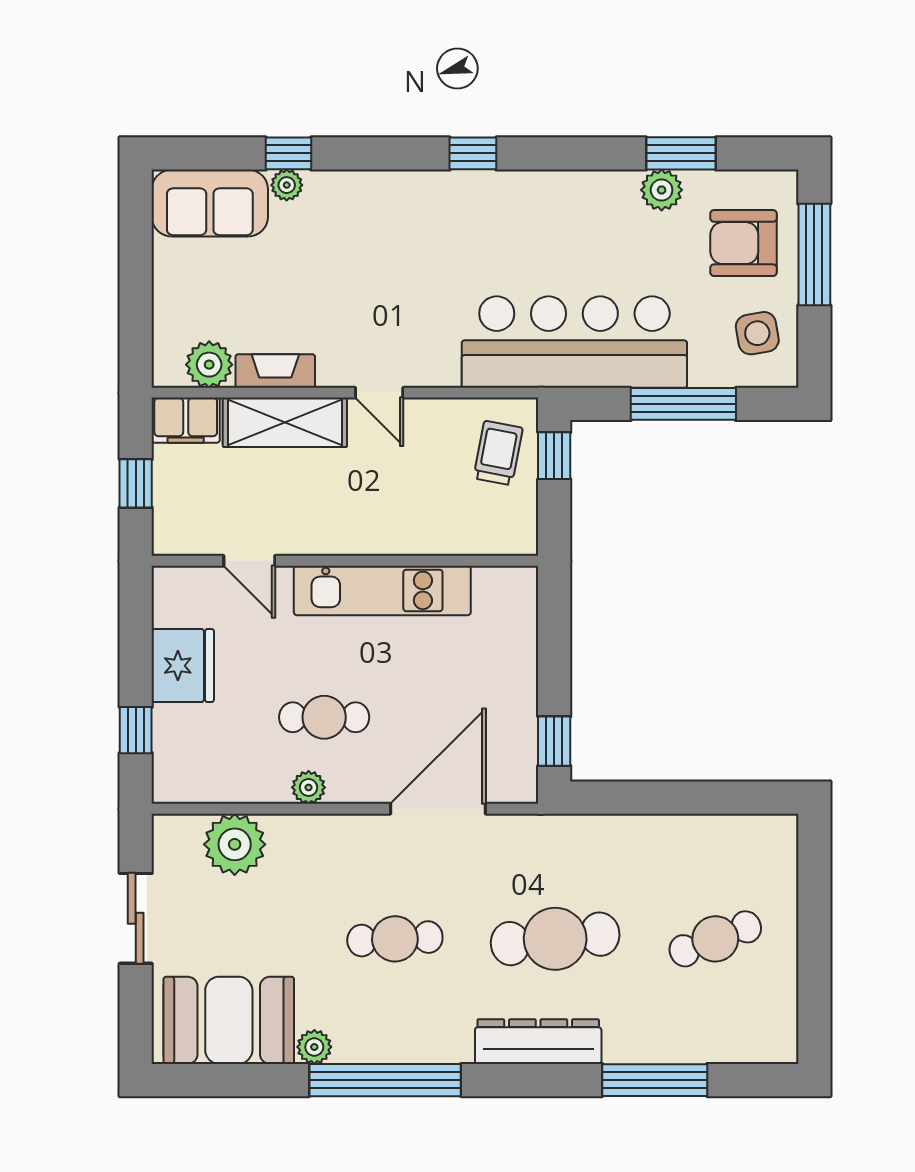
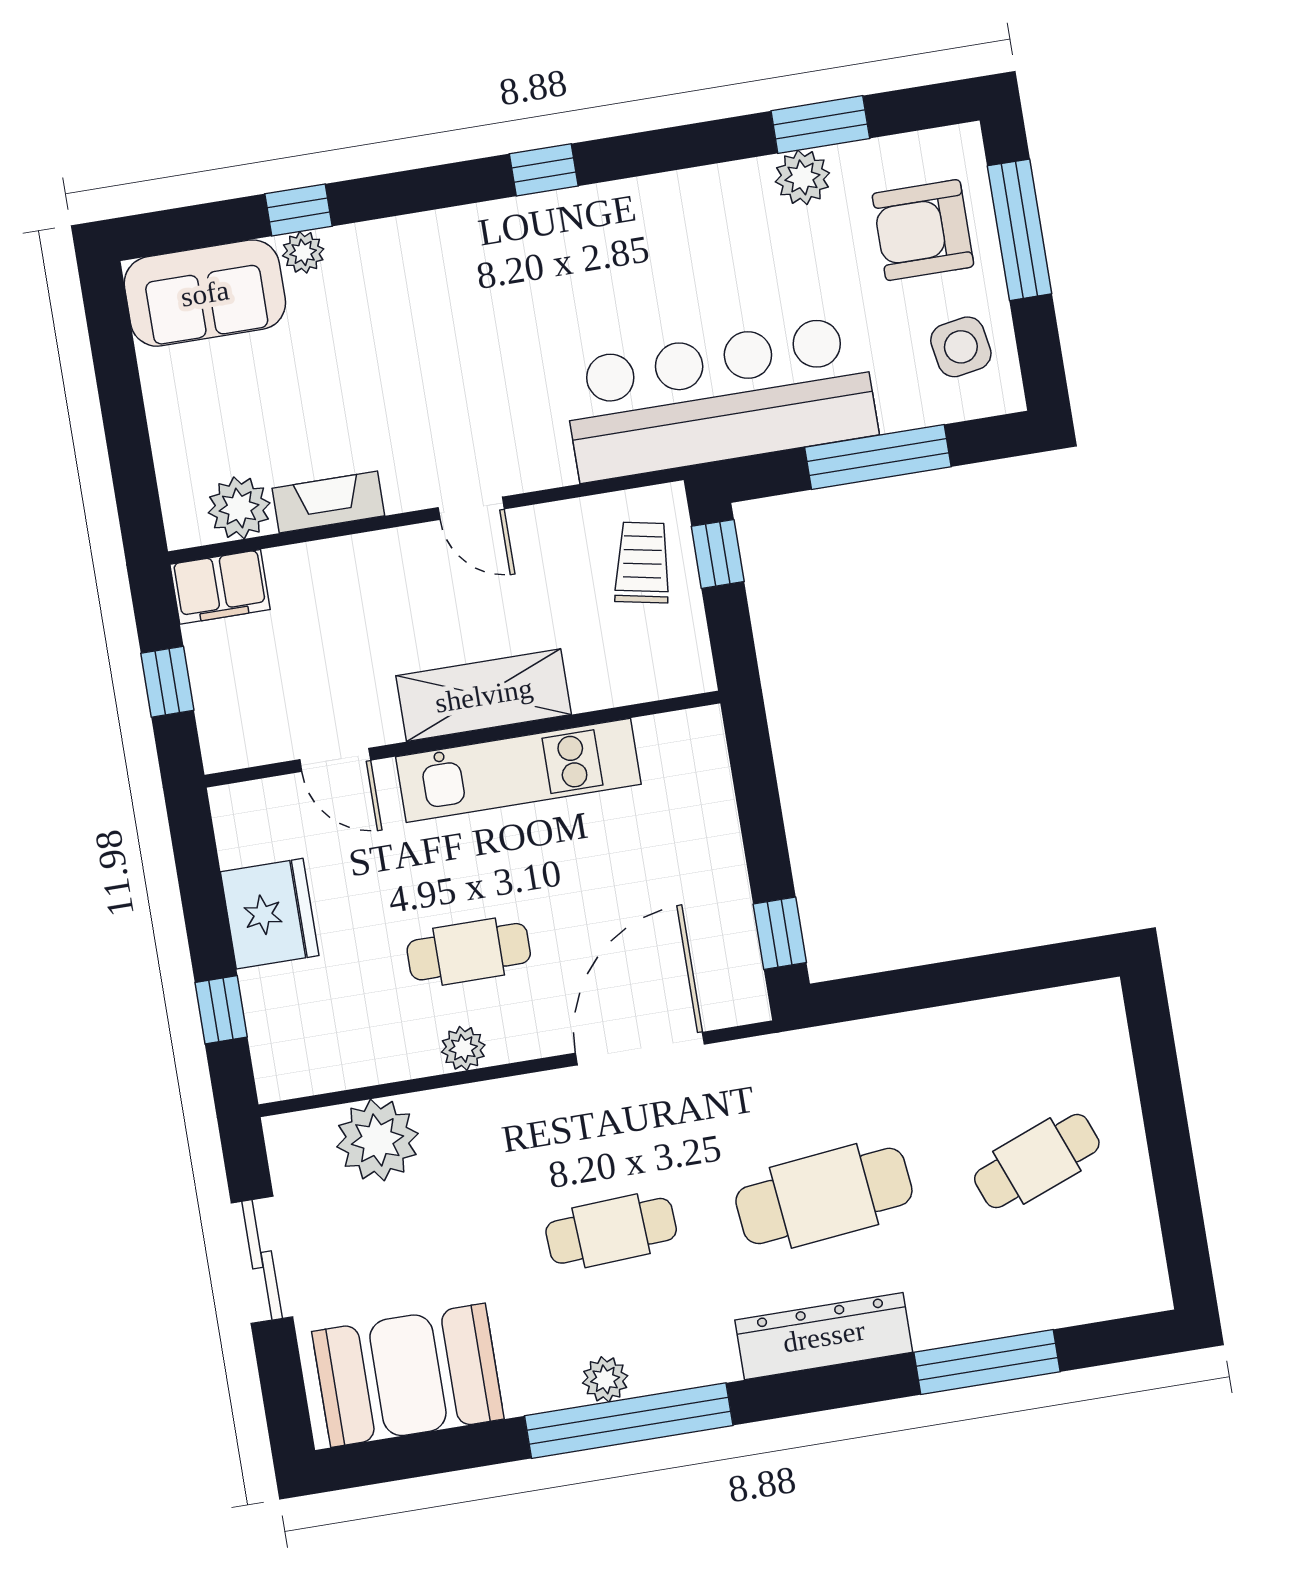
shelving: (285, 422) -> (484, 695), moved
plant: (314, 1047) -> (605, 1379), moved

